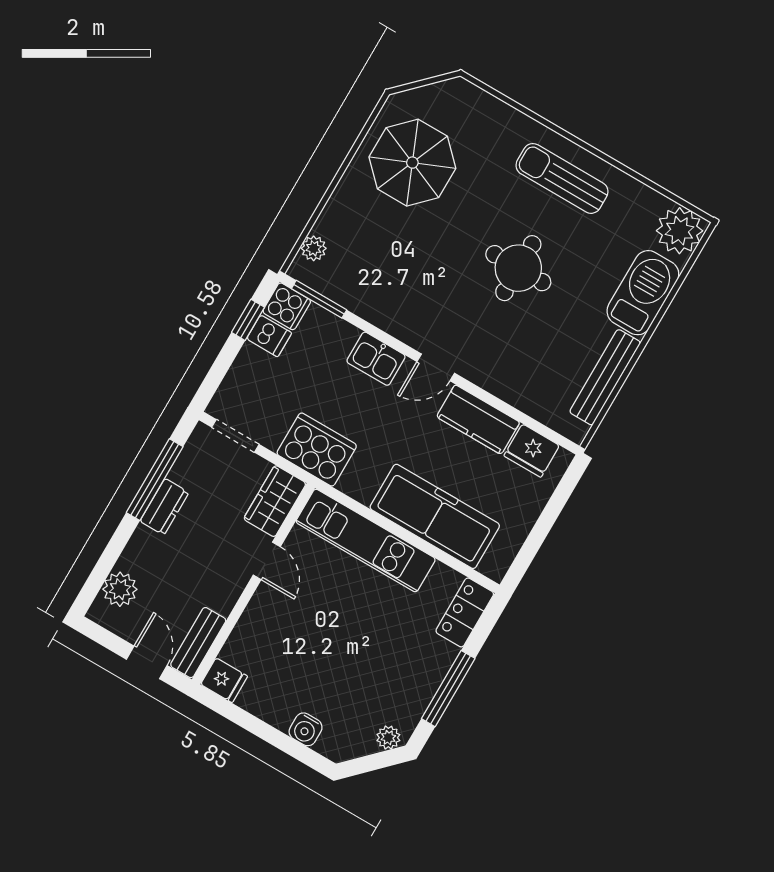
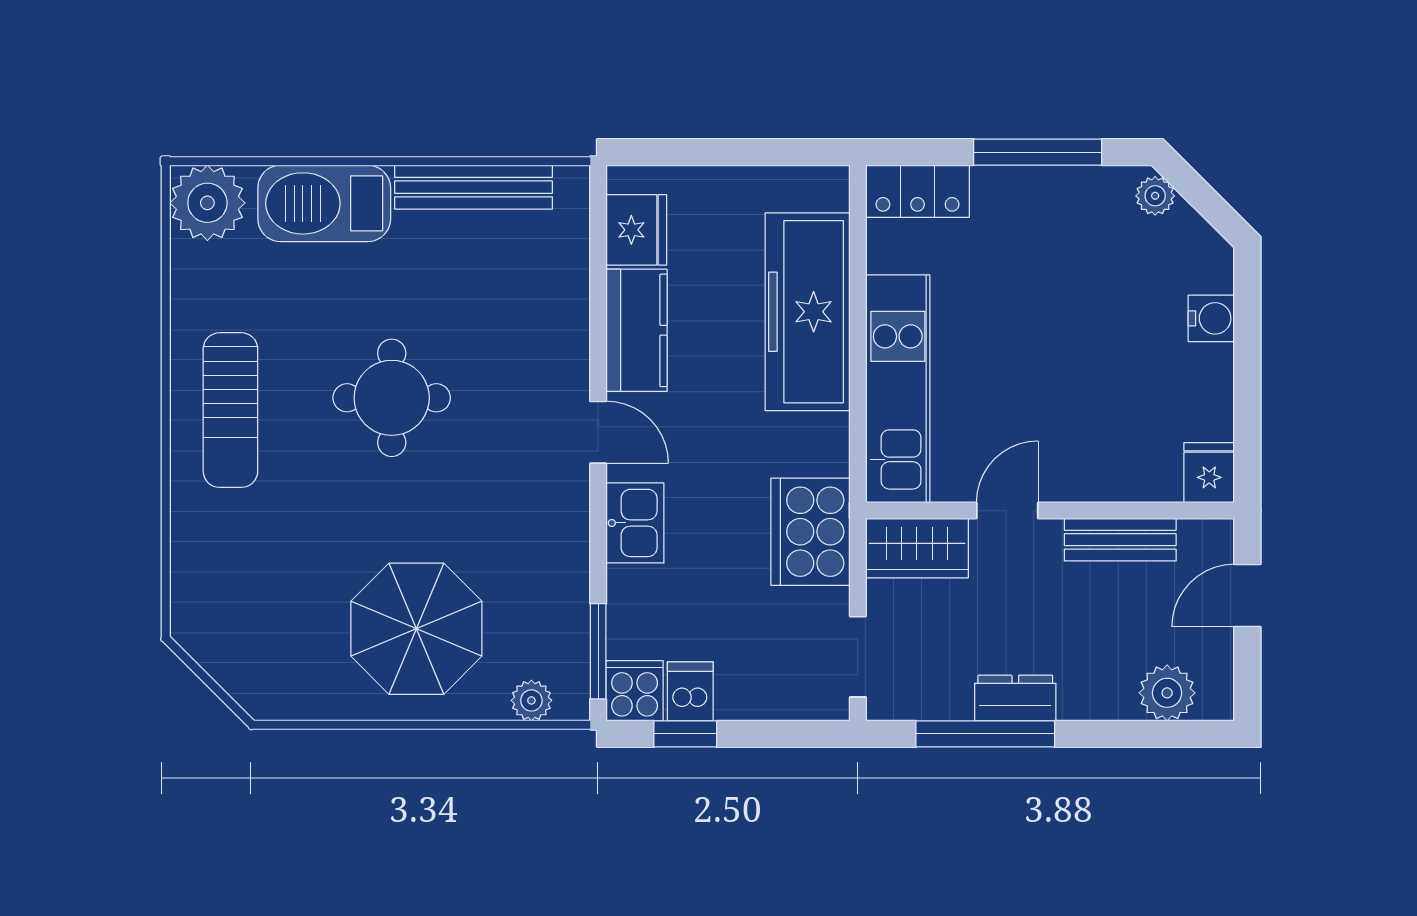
parasol: (412, 163) -> (416, 629), moved
bench: (198, 643) -> (1120, 540), moved

